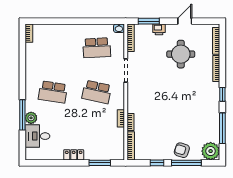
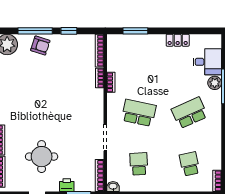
school desk: (53, 48) -> (190, 164), added
school desk: (97, 48) -> (139, 164), width x0.54
school desk: (53, 92) -> (190, 113), turned -33
locker: (74, 155) -> (178, 40), moved

